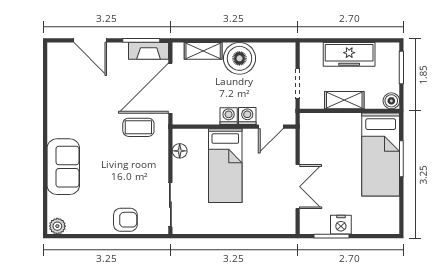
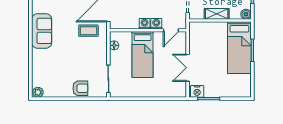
sofa: (63, 167) -> (42, 31), moved
double door: (298, 187) -> (188, 68), swing flipped
nightstand: (341, 225) -> (197, 91), moved

